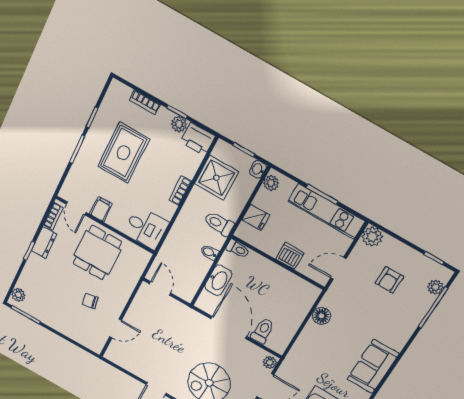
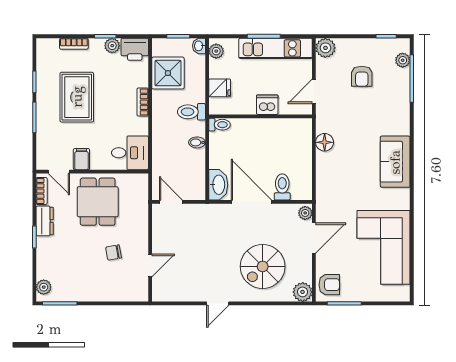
washbasin: (218, 280) -> (218, 185), moved

